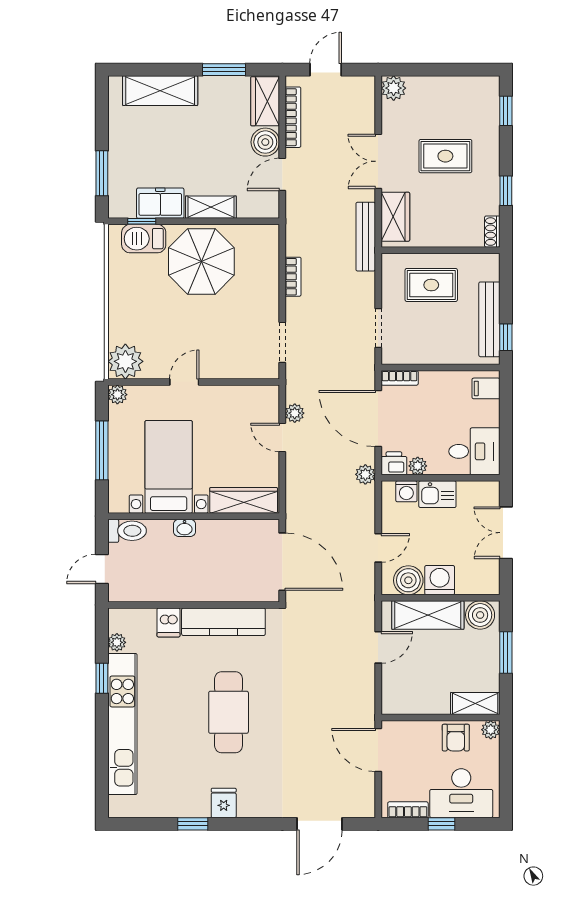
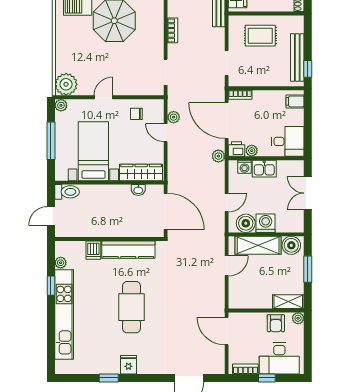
chair: (236, 408) -> (136, 114), added
washbasin: (185, 528) -> (138, 190), moved

